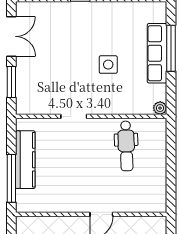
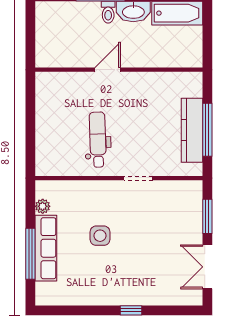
plant: (160, 108) -> (43, 206), moved
dental chair: (126, 146) -> (98, 140), moved
window: (11, 178) -> (207, 130), moved

